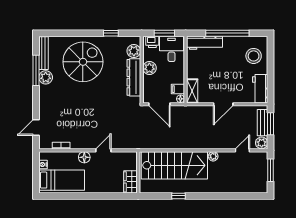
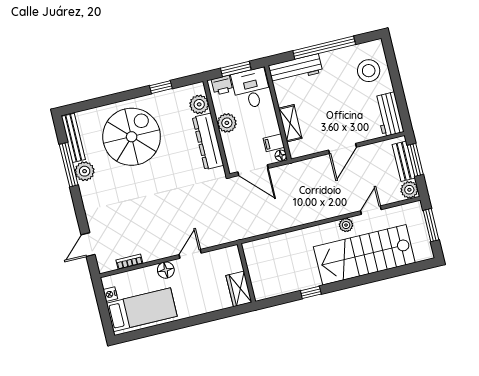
shelving: (192, 91) -> (290, 123), moved
door: (242, 150) -> (371, 210), moved
stairs: (174, 165) -> (364, 255), moved, turned 180

